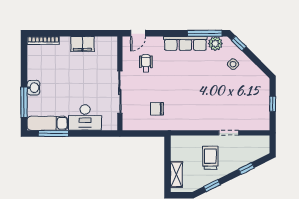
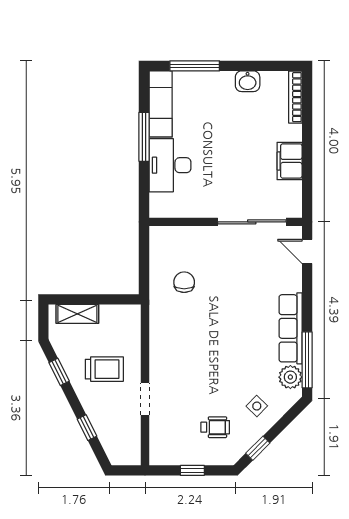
window: (239, 43) -> (258, 448), moved
wheelchair: (146, 63) -> (215, 427), moved
washbasin: (33, 88) -> (248, 81), moved
sliding door: (120, 92) -> (252, 222), moved
window: (53, 133) -> (144, 137), moved

